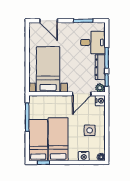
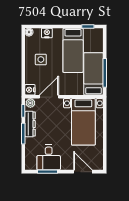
desk: (93, 42) -> (49, 157), moved, turned -90
bed: (38, 140) -> (93, 74), moved, turned 180

